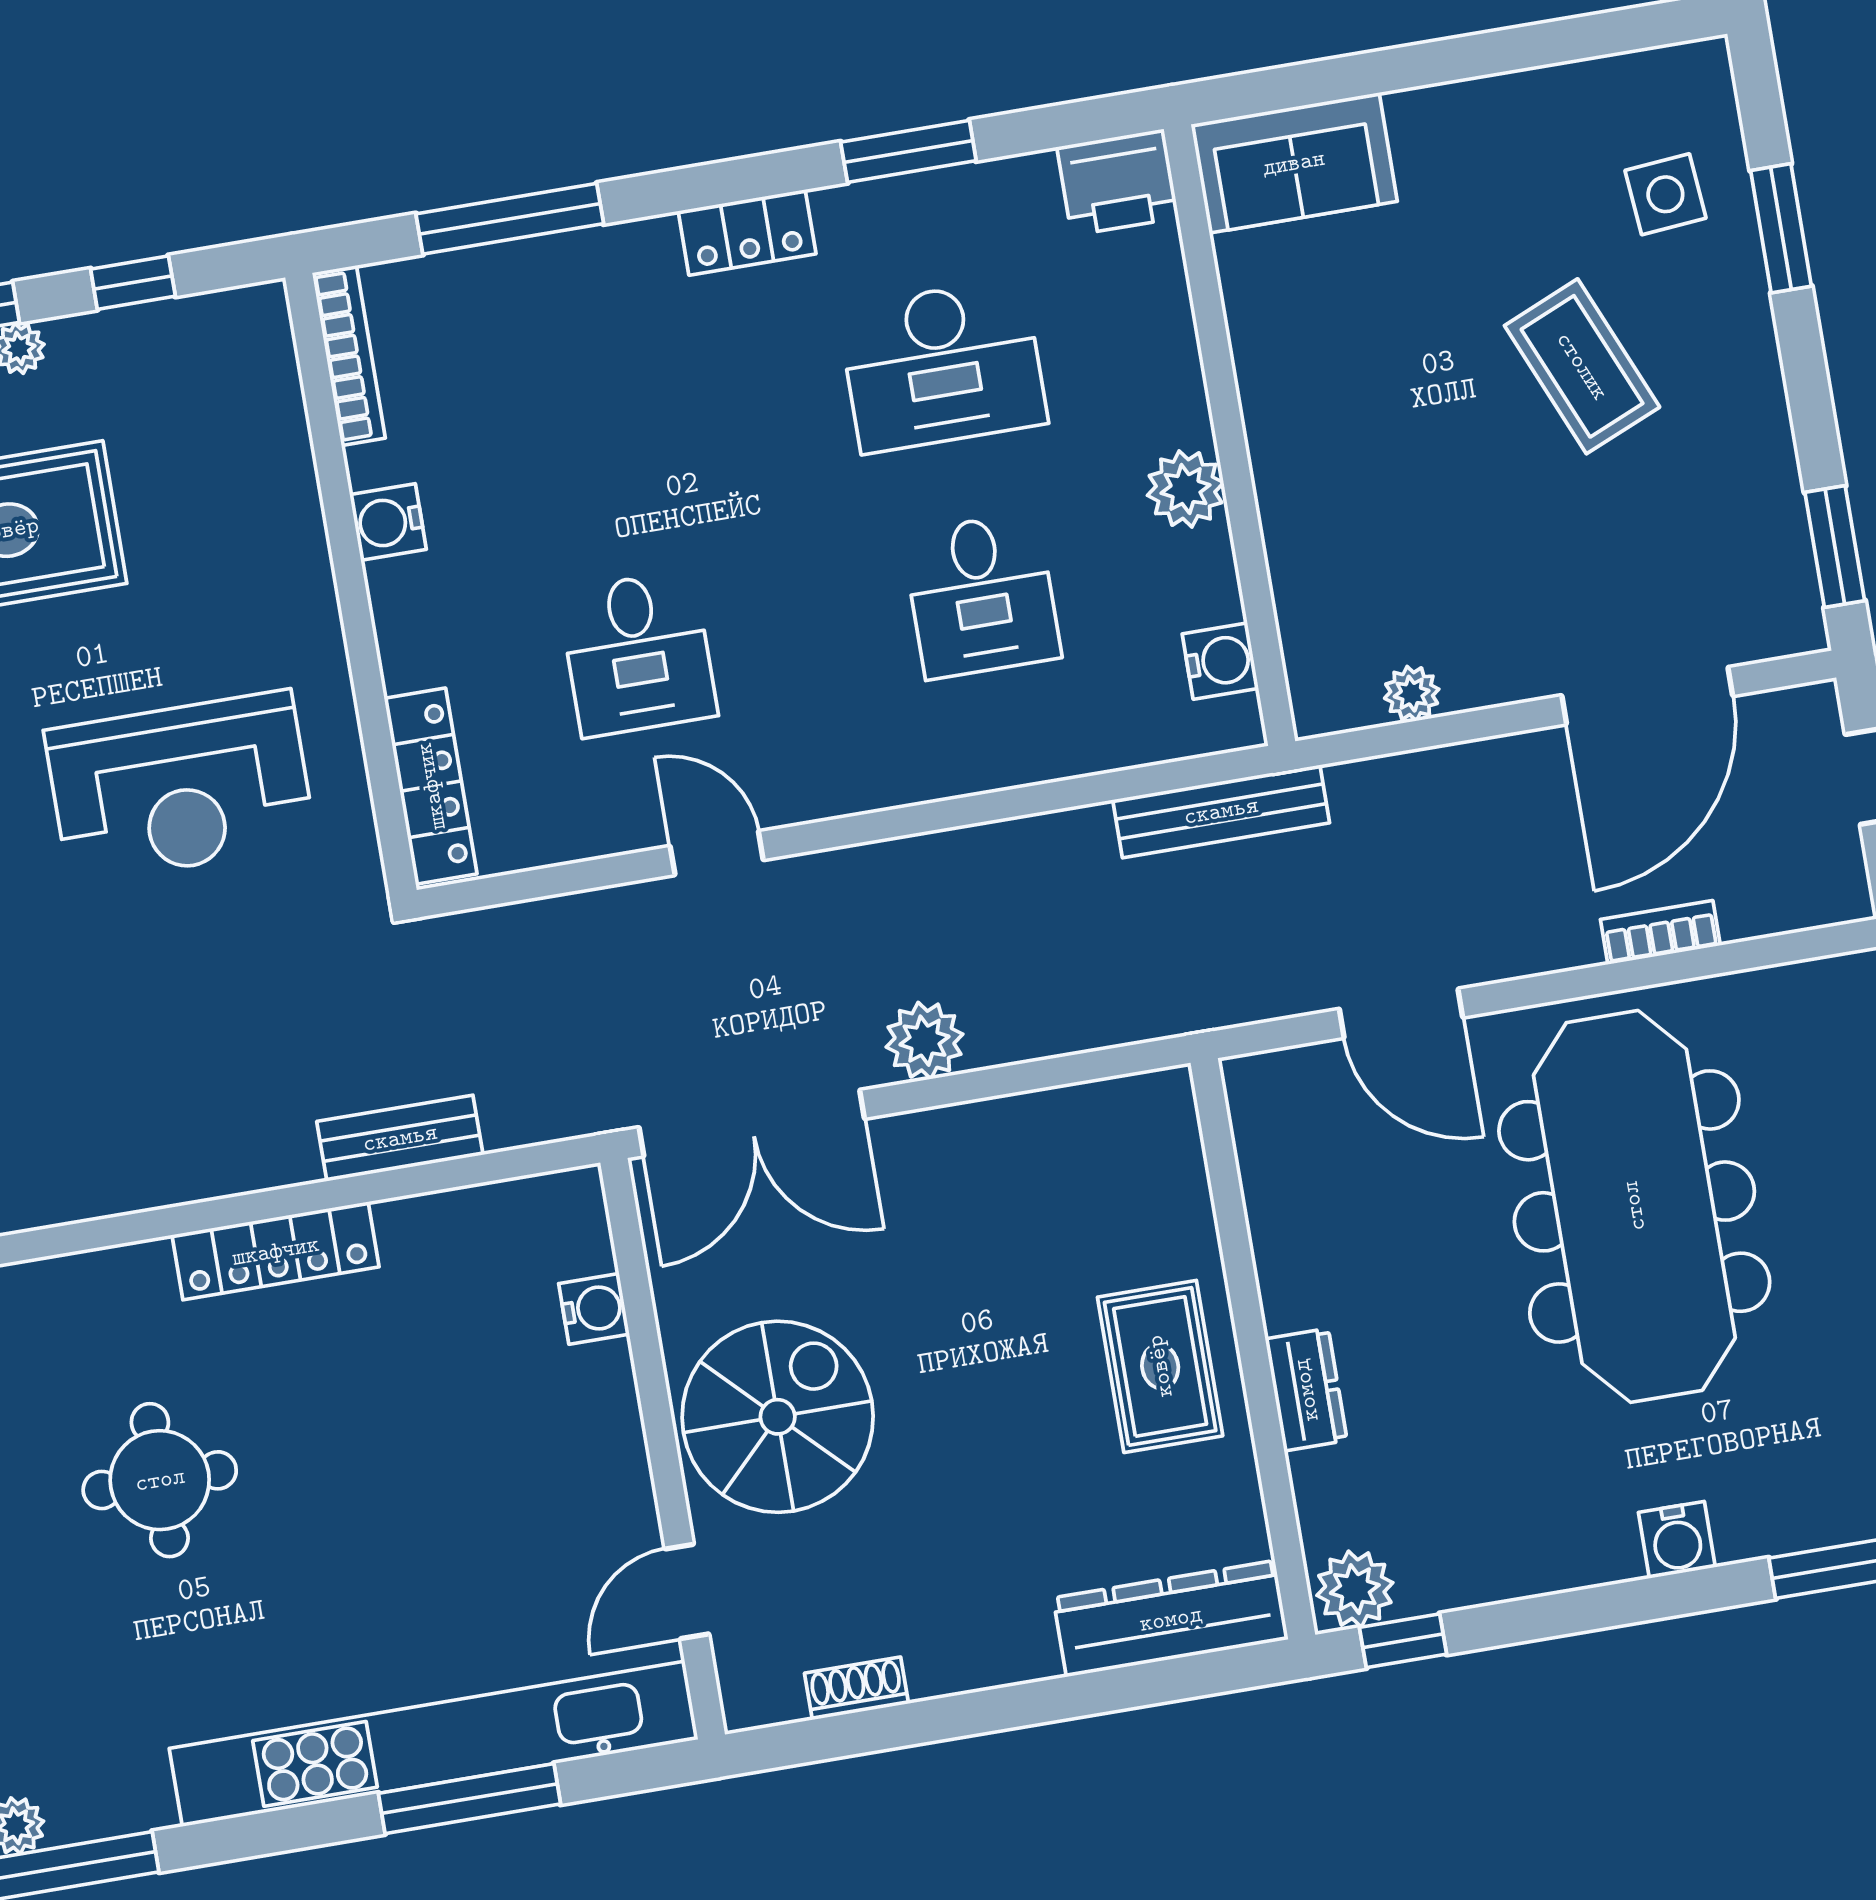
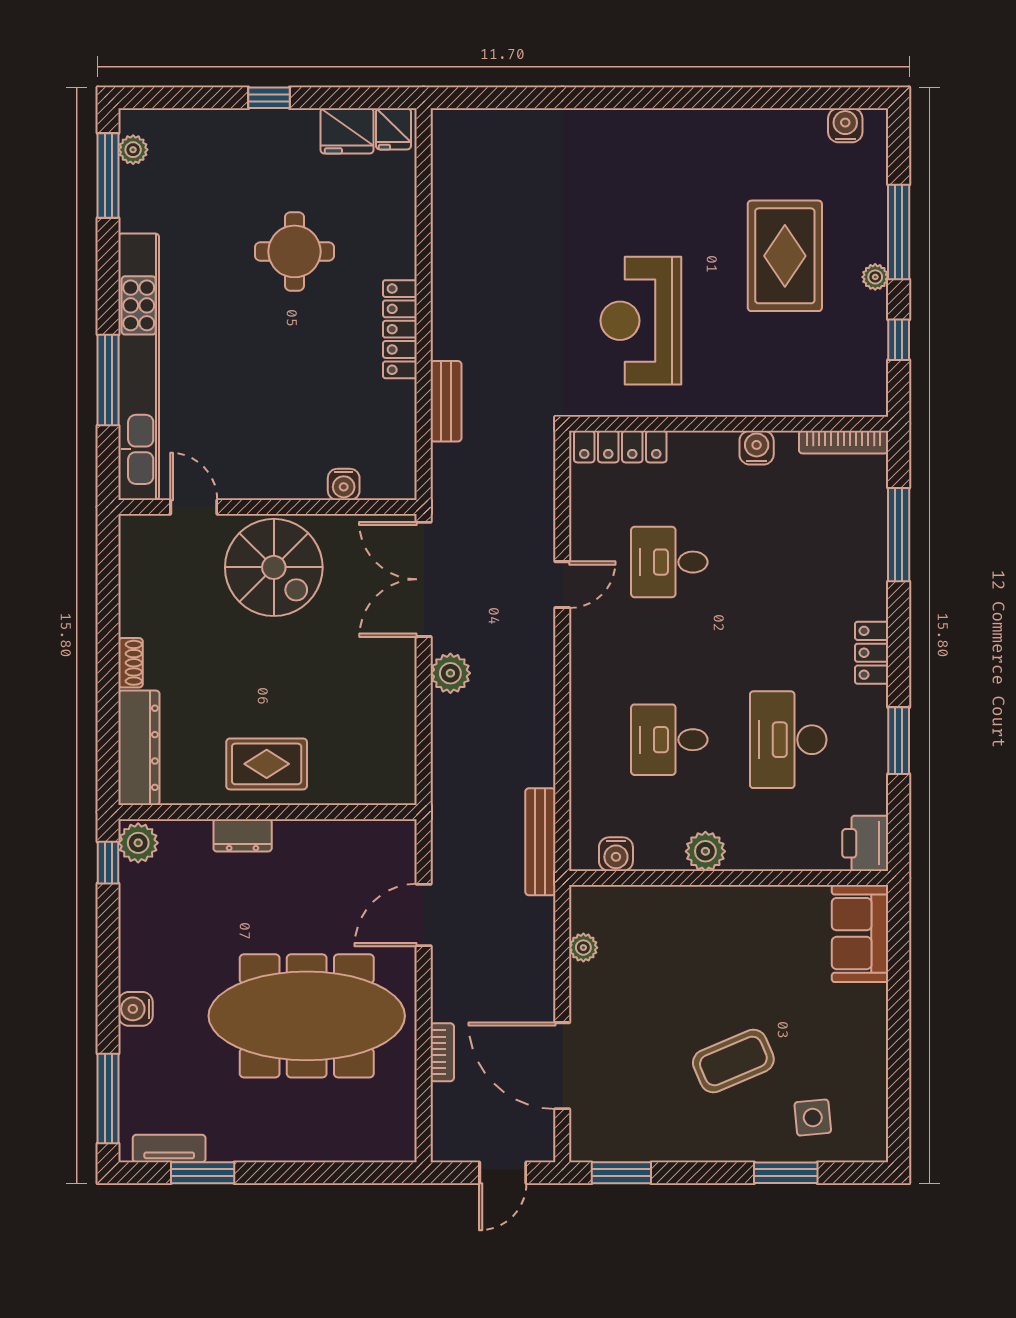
shoe rack: (857, 1688) -> (131, 663), moved

